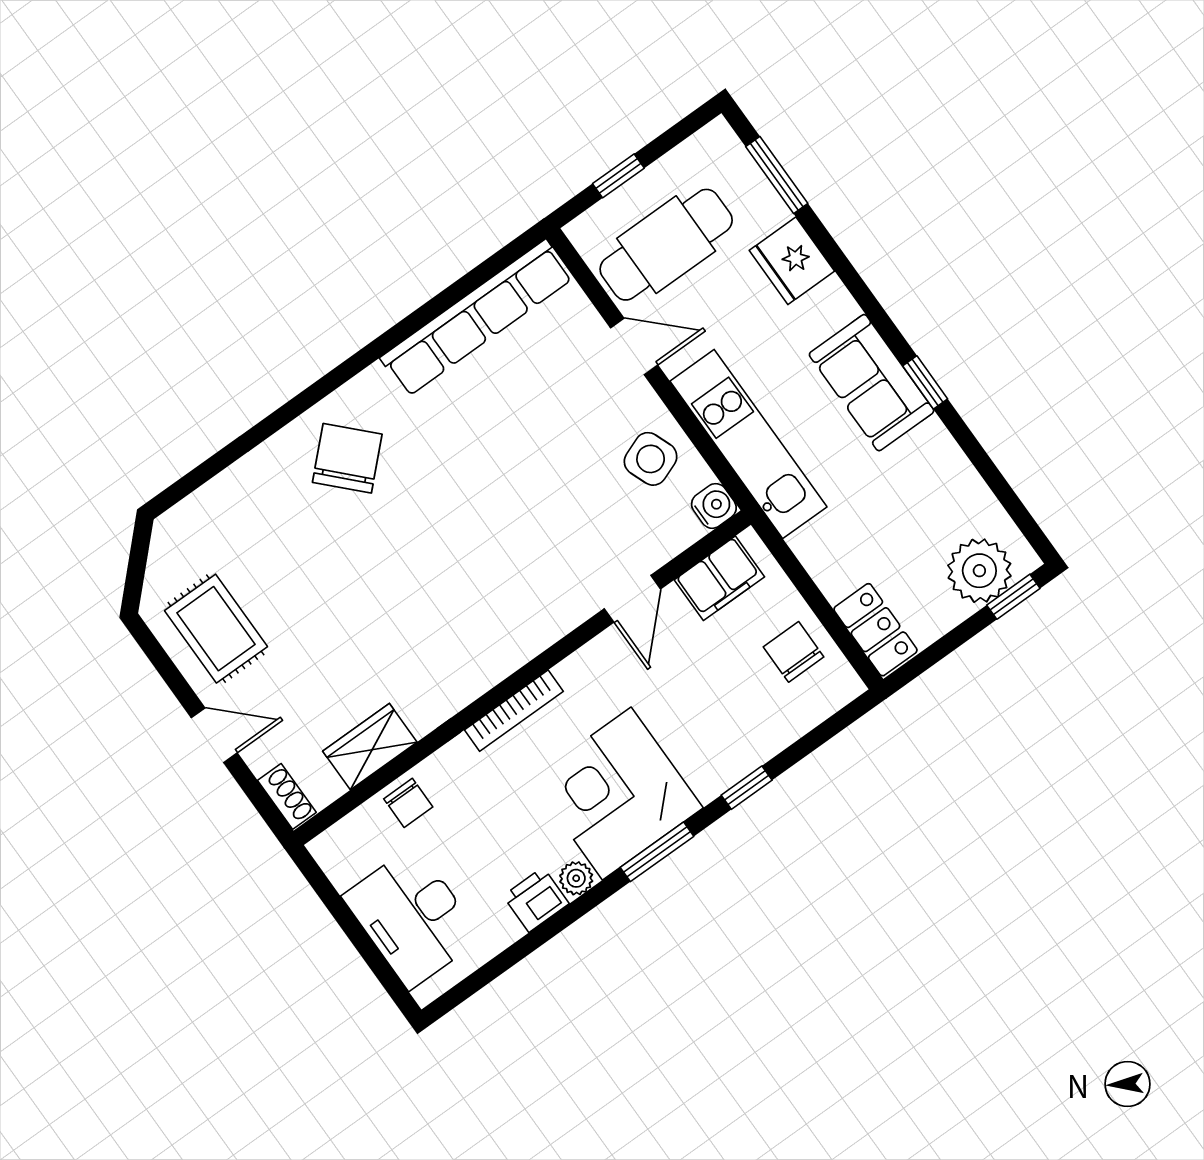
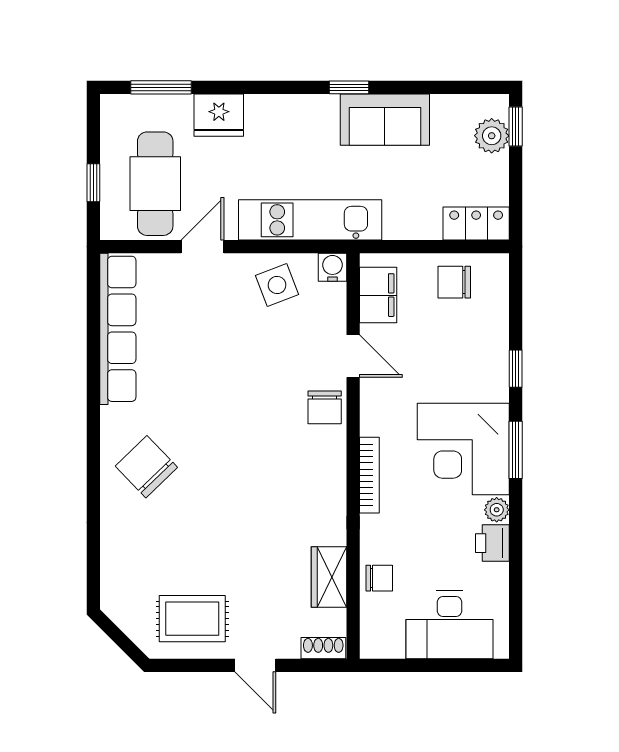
sofa: (872, 383) -> (385, 120), moved
plant: (979, 571) -> (492, 136), width x0.73, depth x0.73
chair: (553, 608) -> (325, 407), added
door: (214, 735) -> (255, 665), swing flipped

